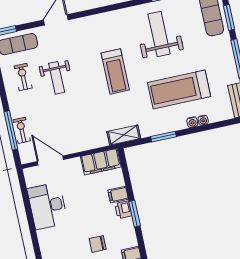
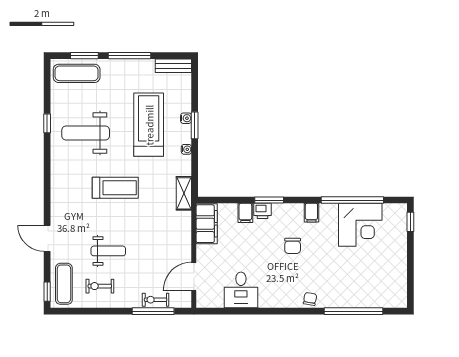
treadmill: (179, 90) -> (149, 125), turned 180
water cooler: (203, 120) -> (186, 149), moved
window: (163, 137) -> (195, 125), moved
desk: (47, 206) -> (241, 290), width x0.73

